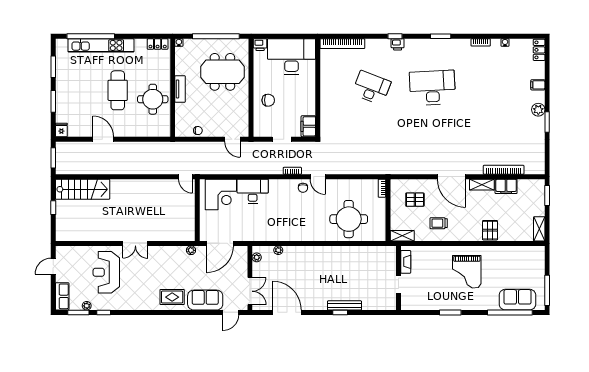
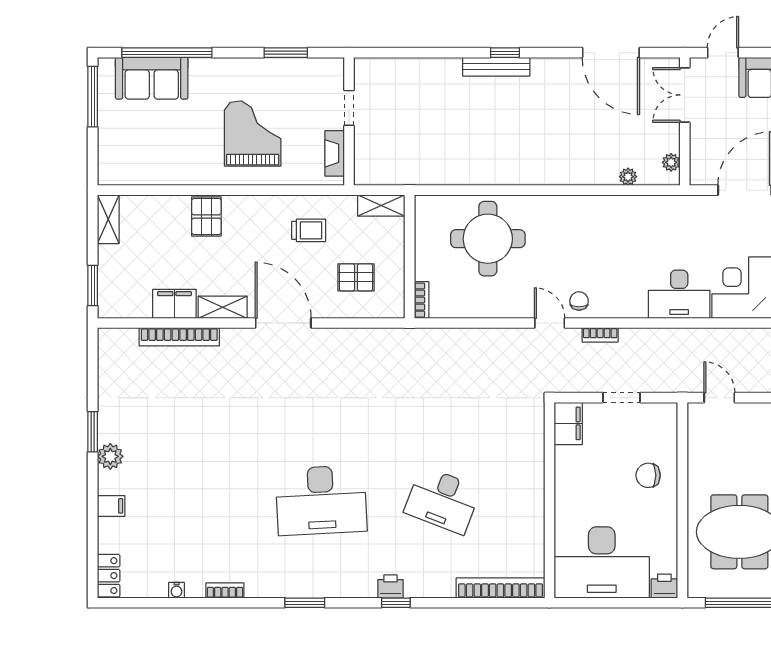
fireplace: (406, 262) -> (335, 153), moved
wall: (398, 278) -> (349, 121), moved
doorway: (398, 285) -> (349, 108), moved

